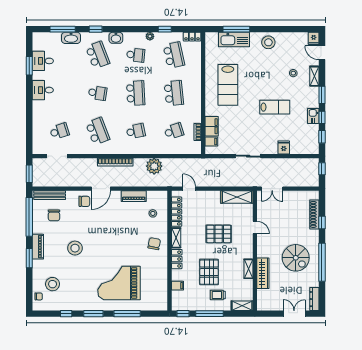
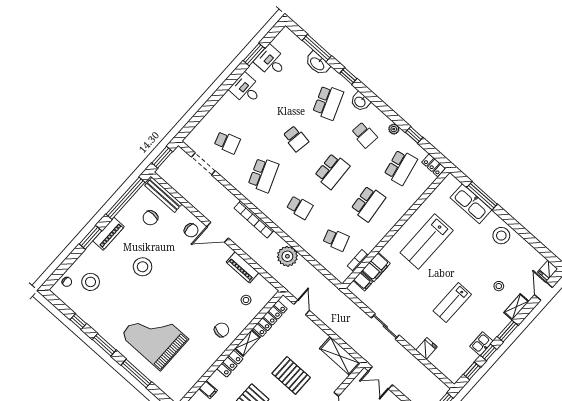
lab bench: (275, 107) -> (452, 303), turned 90

